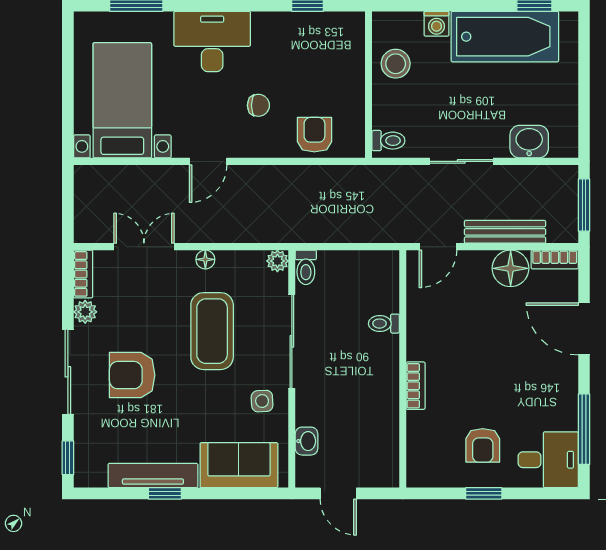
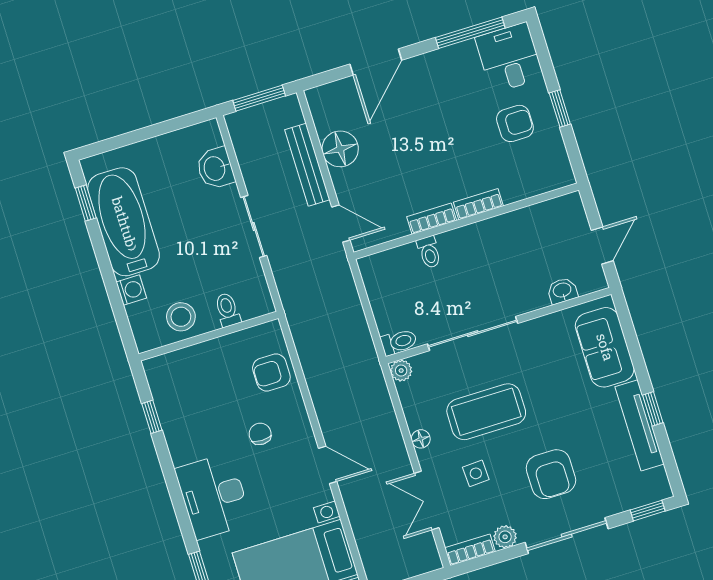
toilet: (388, 141) -> (227, 310), moved
bookcase: (555, 259) -> (432, 219), moved, turned -90
side table: (262, 401) -> (476, 473), moved

